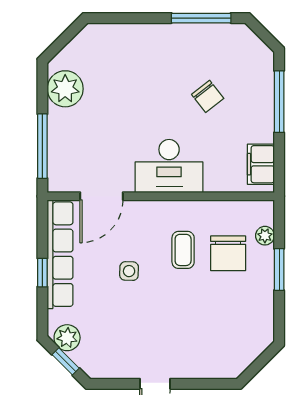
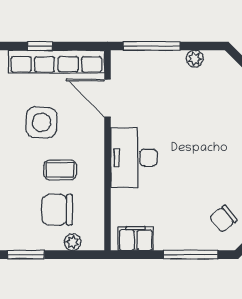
plant: (65, 89) -> (195, 59), width x0.53, depth x0.53
chair: (208, 96) -> (223, 219), moved
window: (279, 269) -> (26, 255), moved
side table: (129, 271) -> (41, 122), width x1.87, depth x1.87

